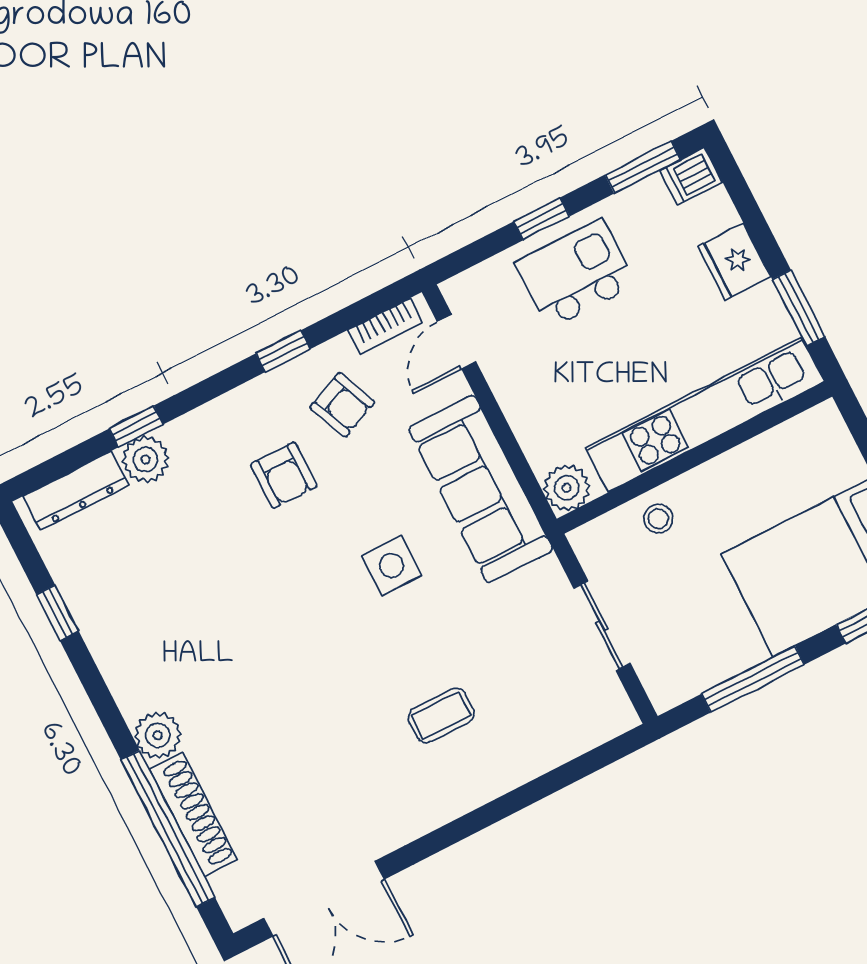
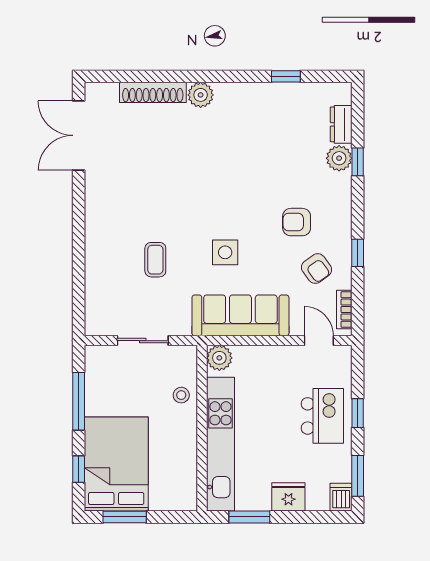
armchair: (342, 405) -> (317, 269), turned -103
dresser: (76, 491) -> (341, 124), width x0.70
coffee table: (441, 715) -> (155, 260), moved
window: (168, 829) -> (152, 76), removed

